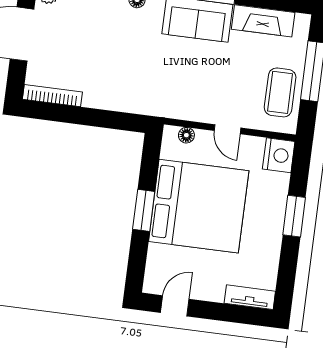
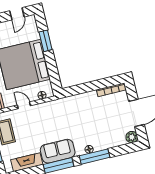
window: (144, 210) -> (46, 41), moved

